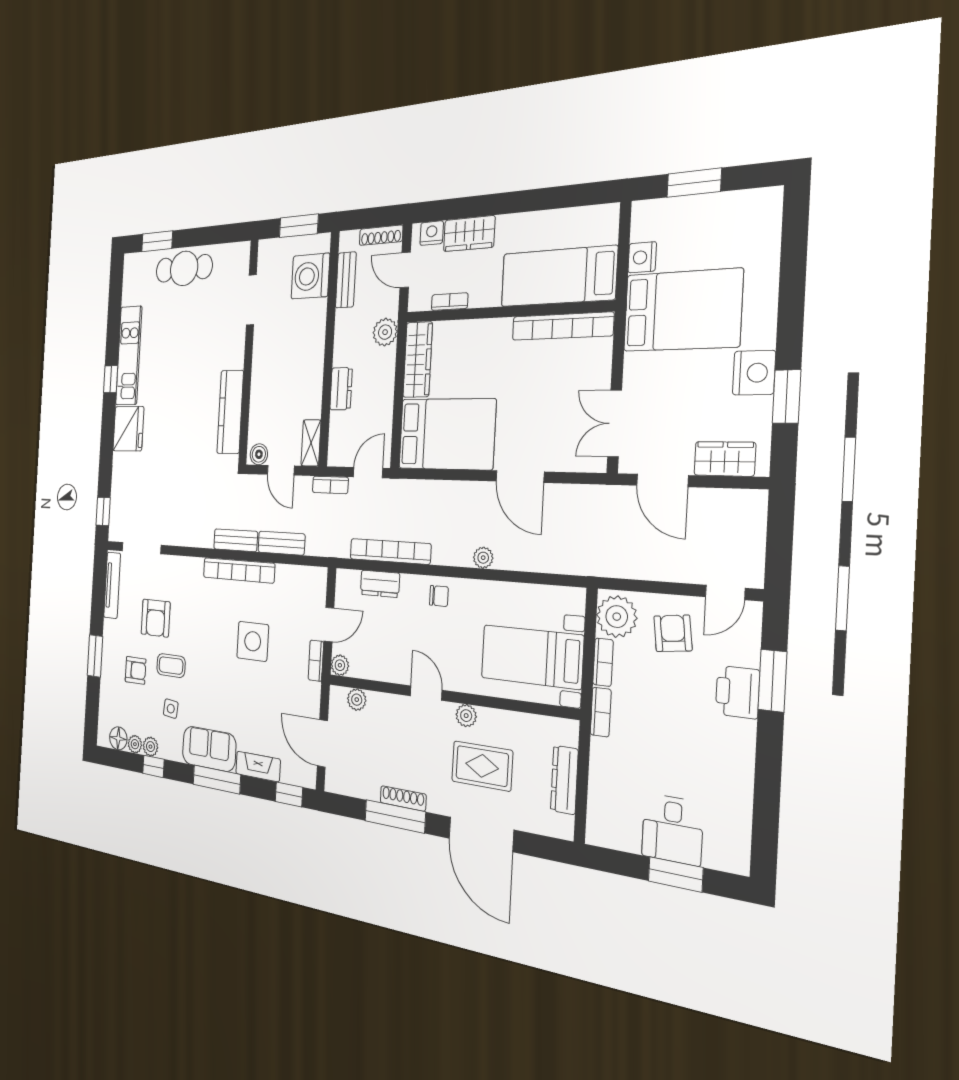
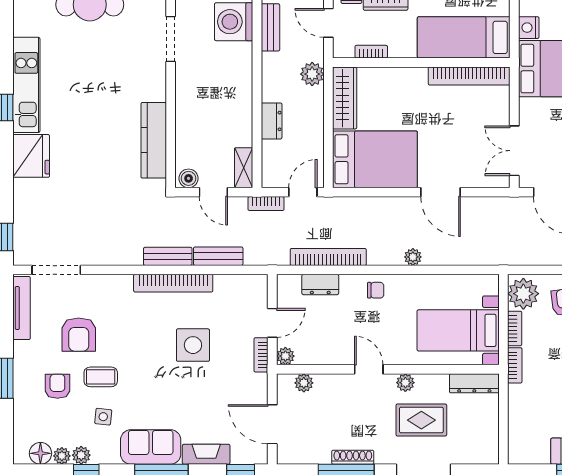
armchair: (136, 670) -> (57, 386), turned -90
dresser: (564, 780) -> (474, 383), moved, turned -90

